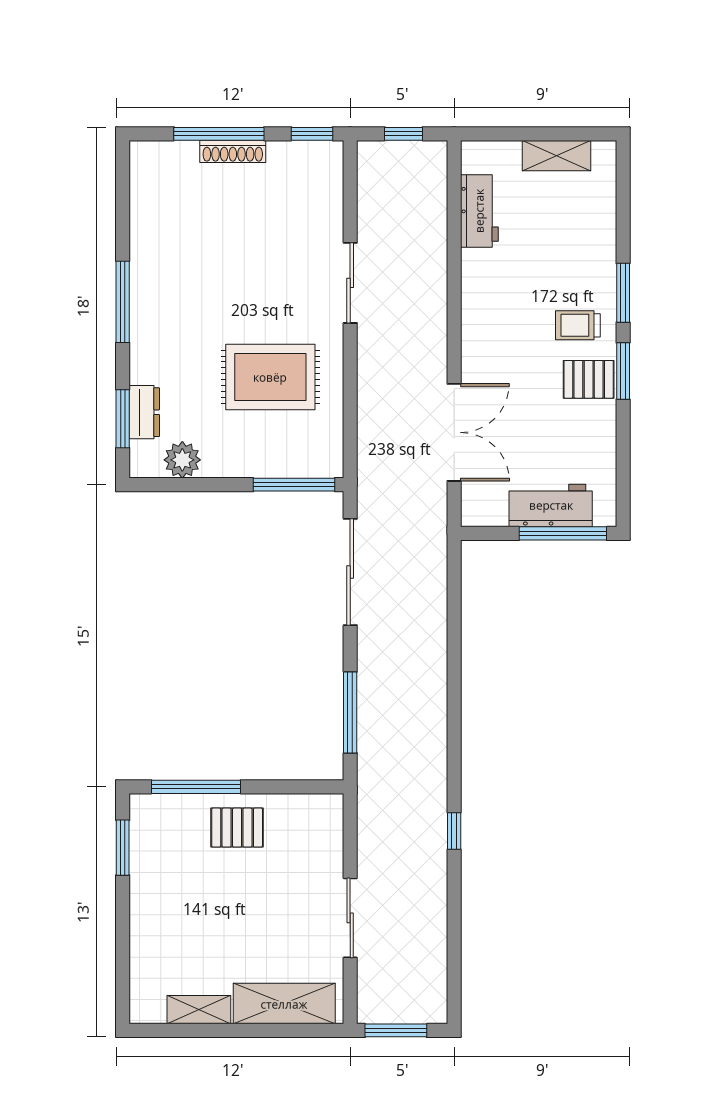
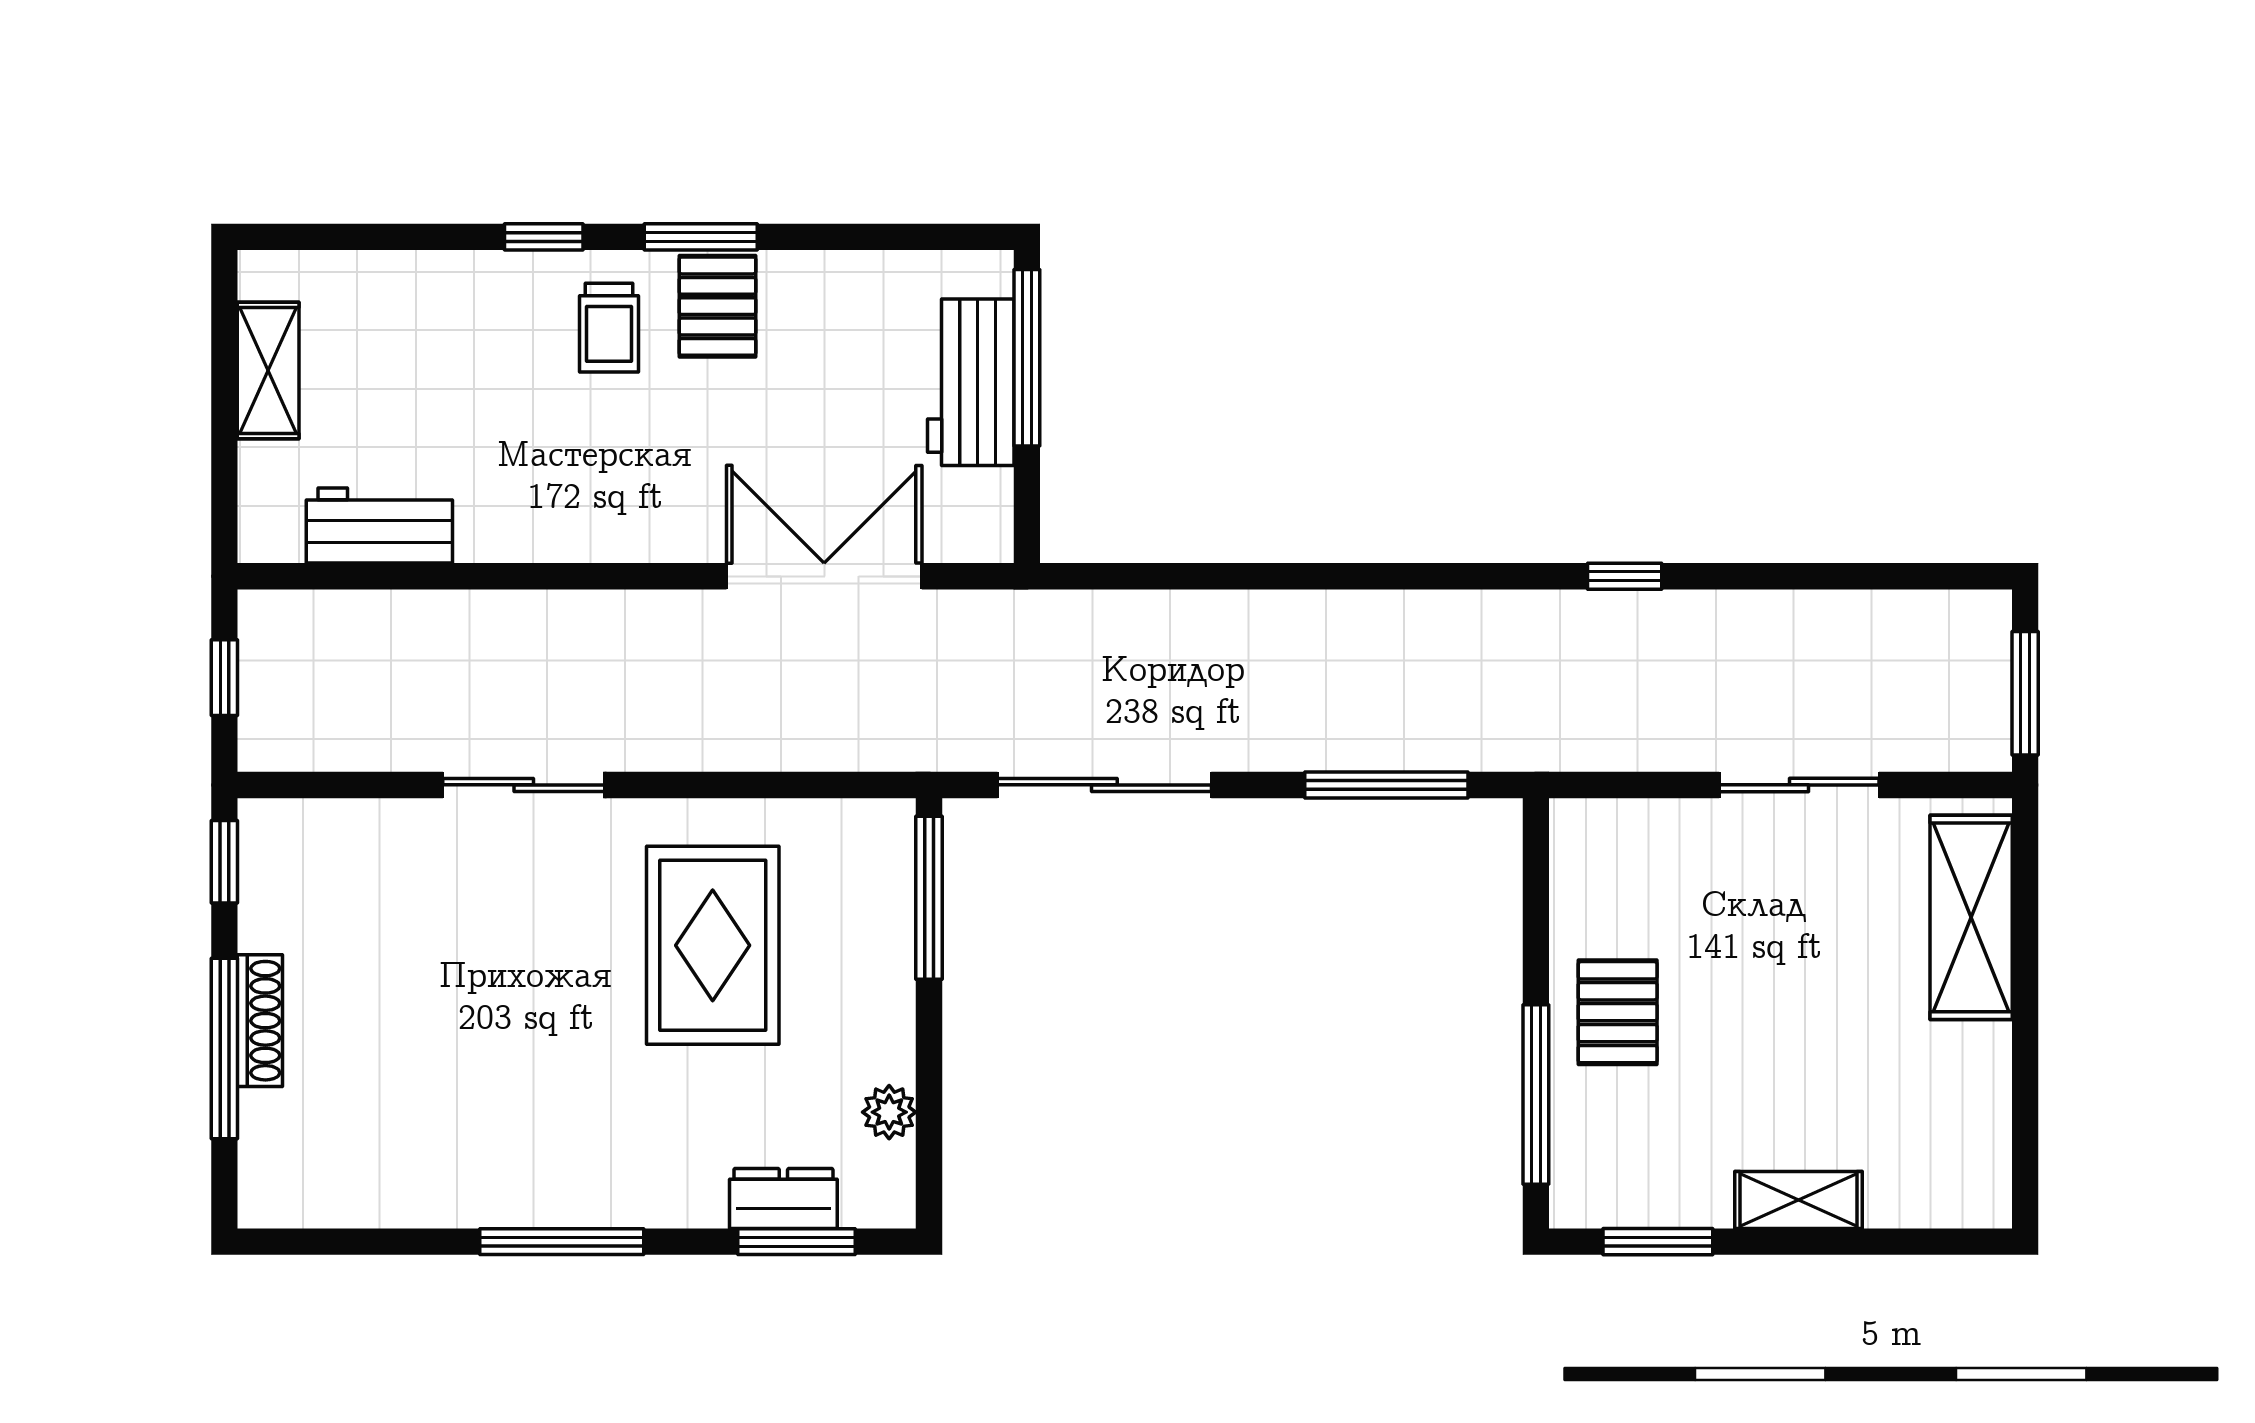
window: (623, 293) -> (544, 237), width x0.67
plant: (182, 460) -> (889, 1112), width x0.73, depth x0.73
shelving: (199, 1010) -> (1798, 1200), moved, turned 90

